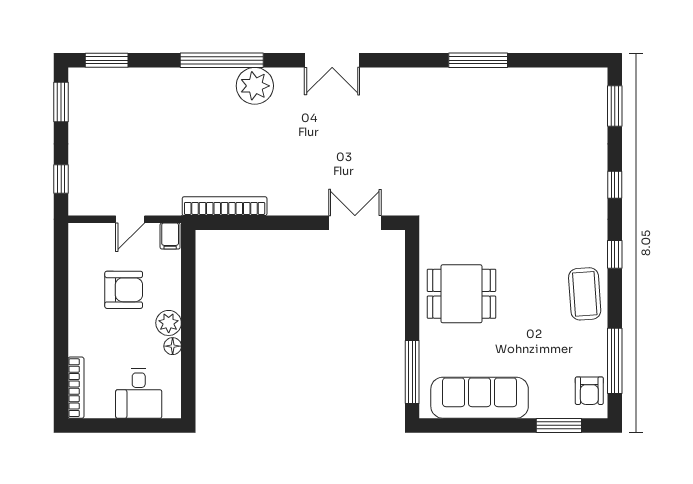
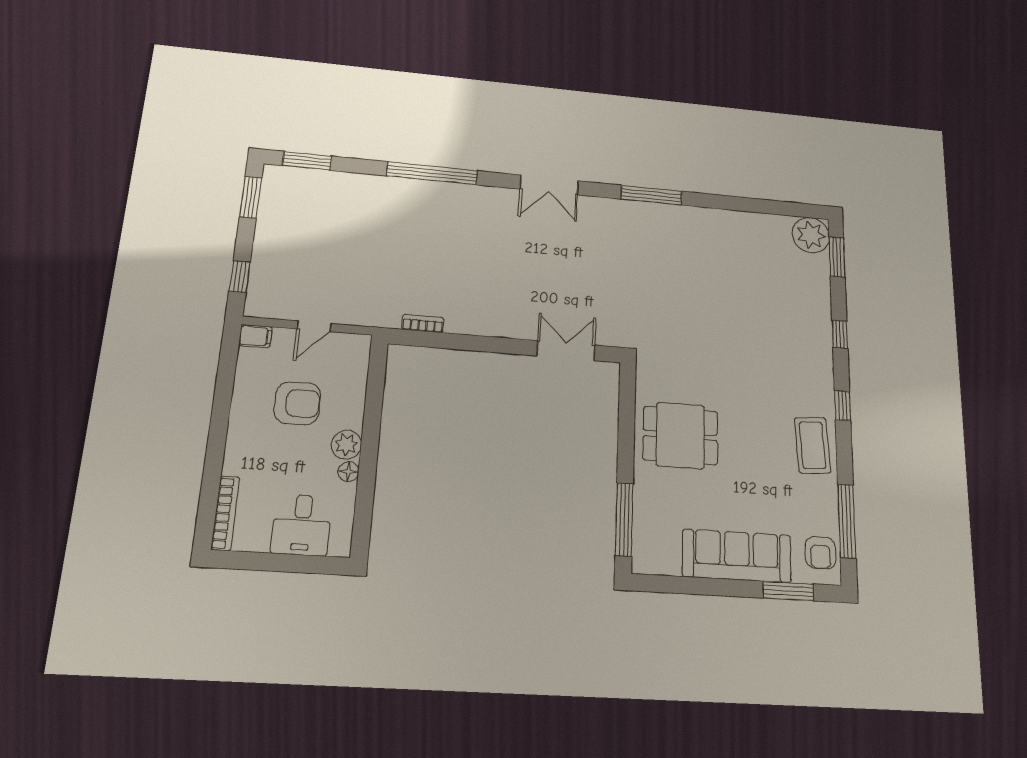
window: (478, 60) -> (651, 195), moved
plant: (255, 86) -> (811, 235), moved
bookcase: (225, 206) -> (423, 324), width x0.43, depth x0.76
filing cabinet: (170, 236) -> (255, 336), moved, turned -90
sofa: (480, 398) -> (737, 556), moved

